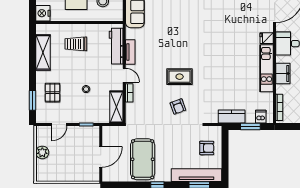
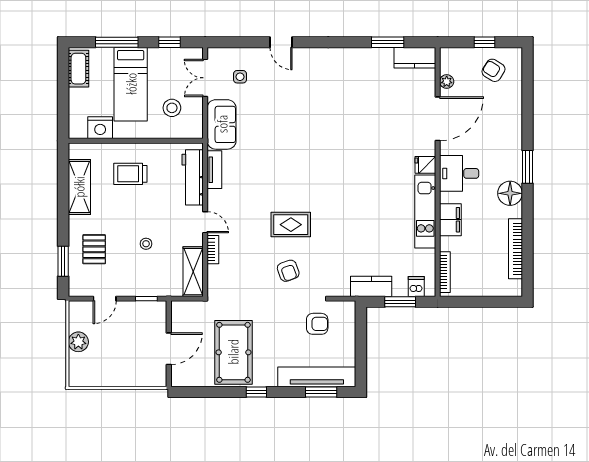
nightstand: (43, 13) -> (100, 128), moved, turned -90
tv unit: (130, 52) -> (214, 170), moved
armchair: (207, 148) -> (317, 324), moved

